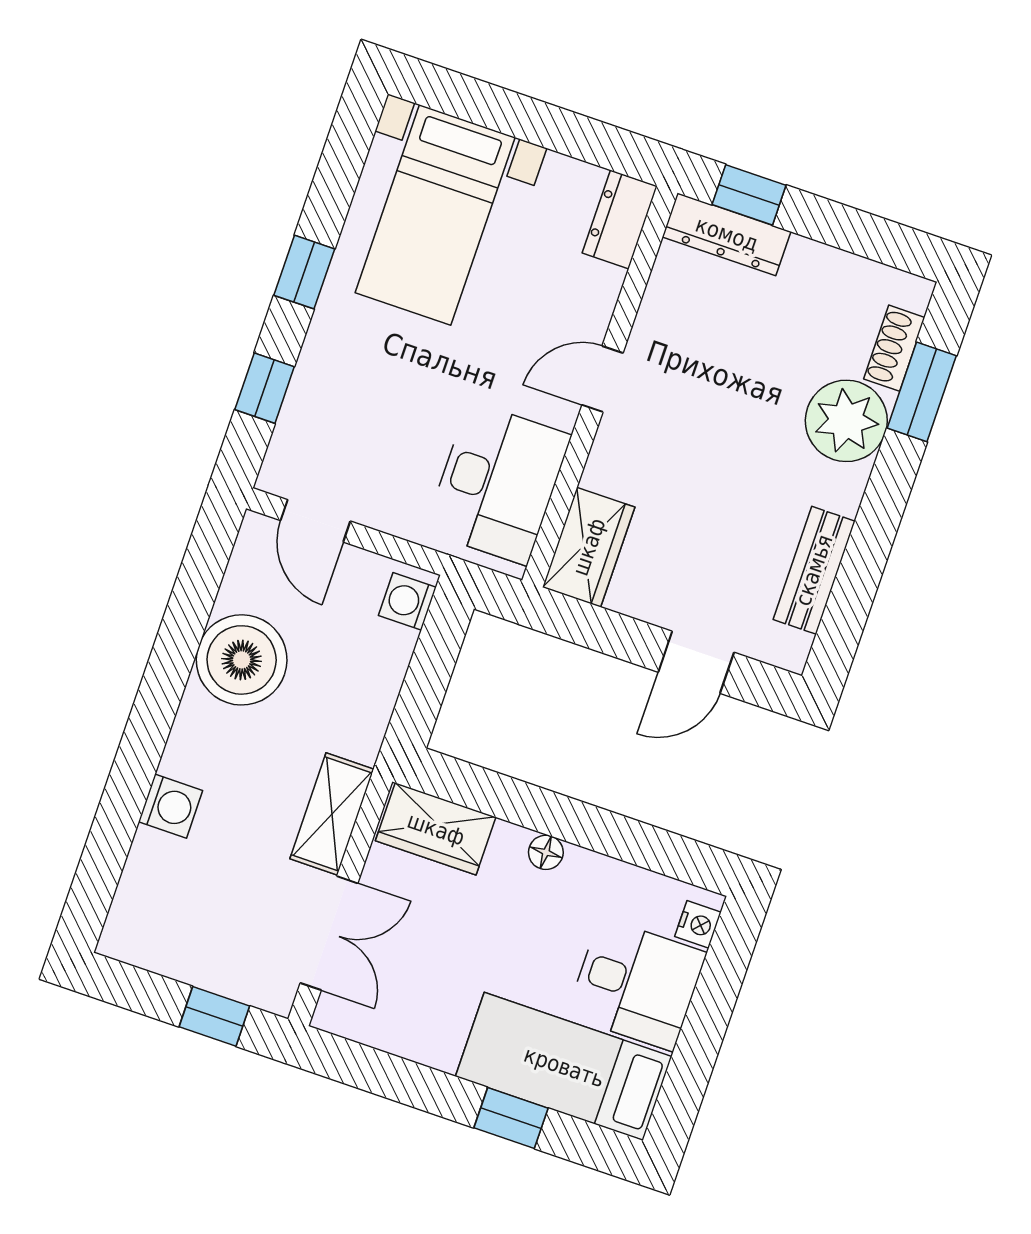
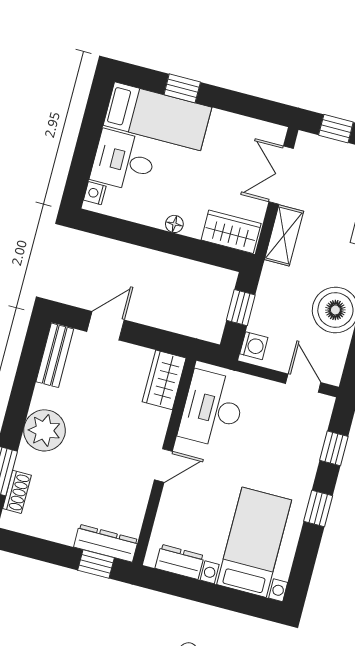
dresser: (620, 219) -> (180, 562), moved, turned -90
plant: (846, 421) -> (44, 430), moved
bench: (814, 570) -> (55, 355), moved
window: (427, 678) -> (241, 308), added

